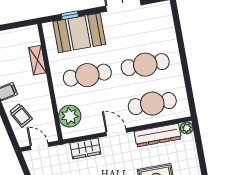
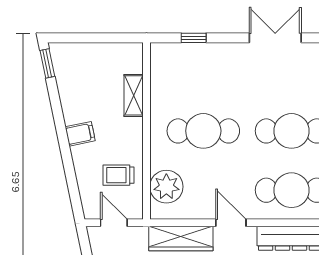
booth: (79, 33) -> (203, 66), removed
trolley: (21, 115) -> (119, 175), moved, turned 119
wardrobe: (85, 148) -> (181, 239), width x1.50

